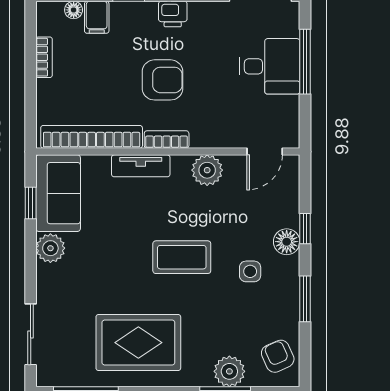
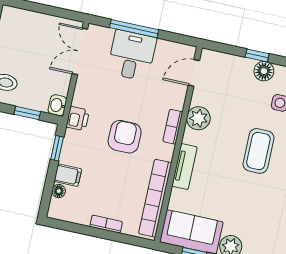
bookcase: (44, 57) -> (106, 224), moved
bookcase: (167, 140) -> (173, 127), moved
door: (265, 152) -> (194, 73), swing flipped

